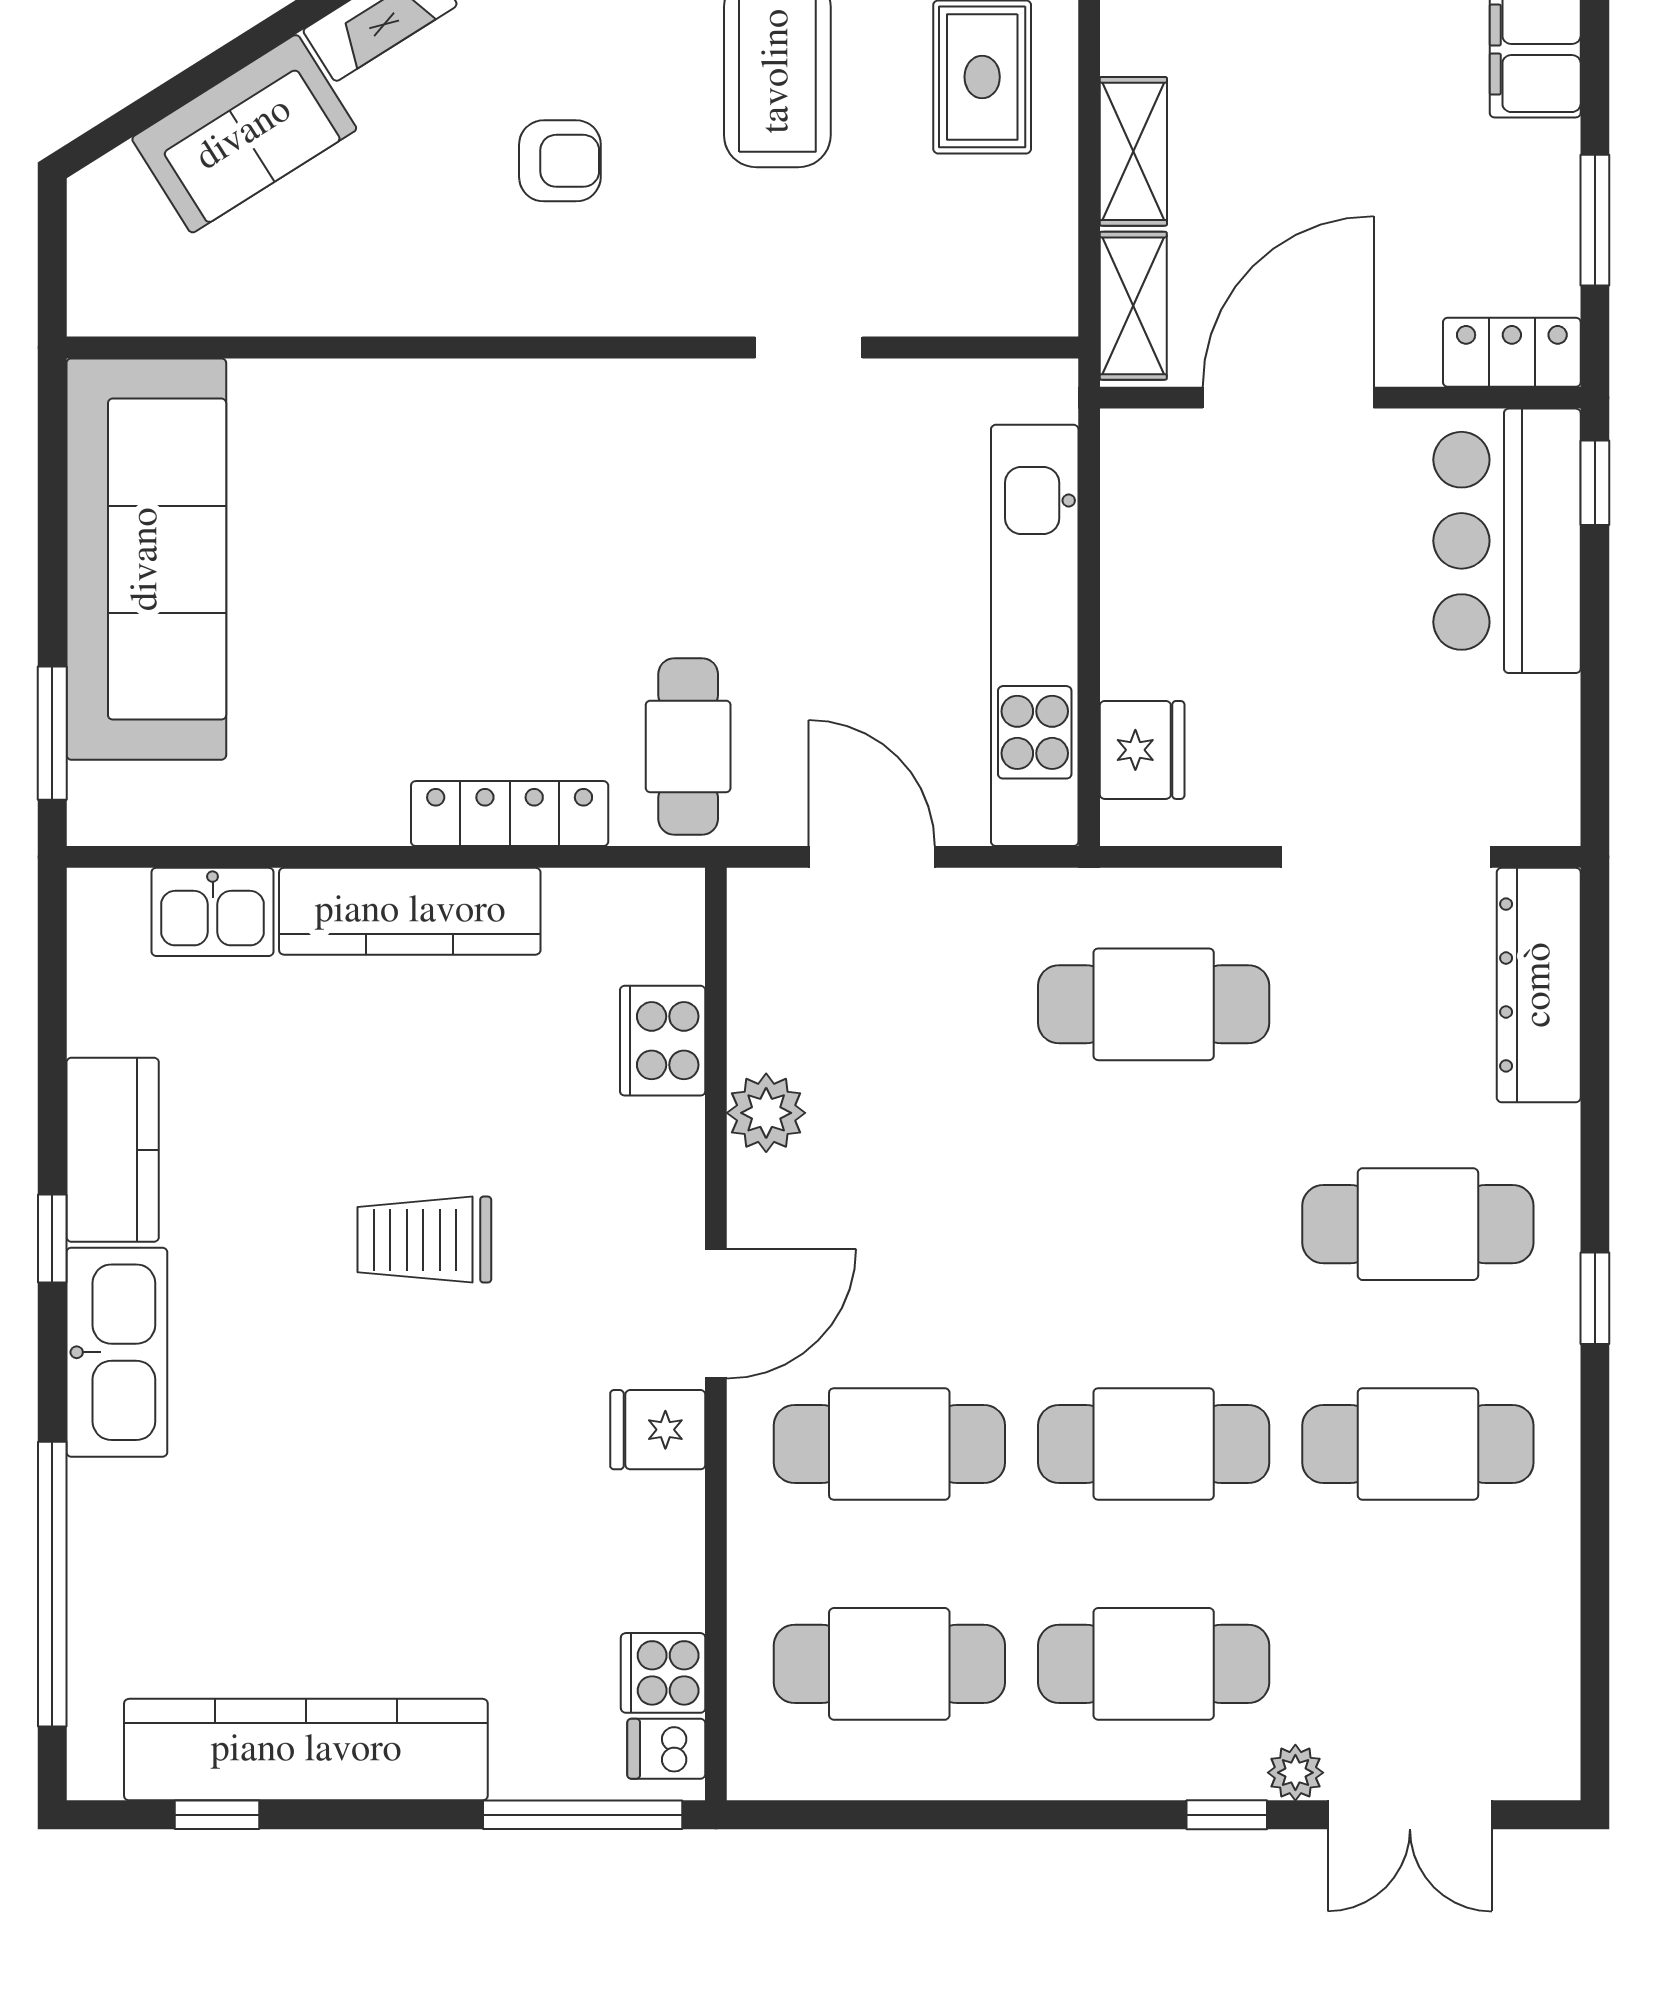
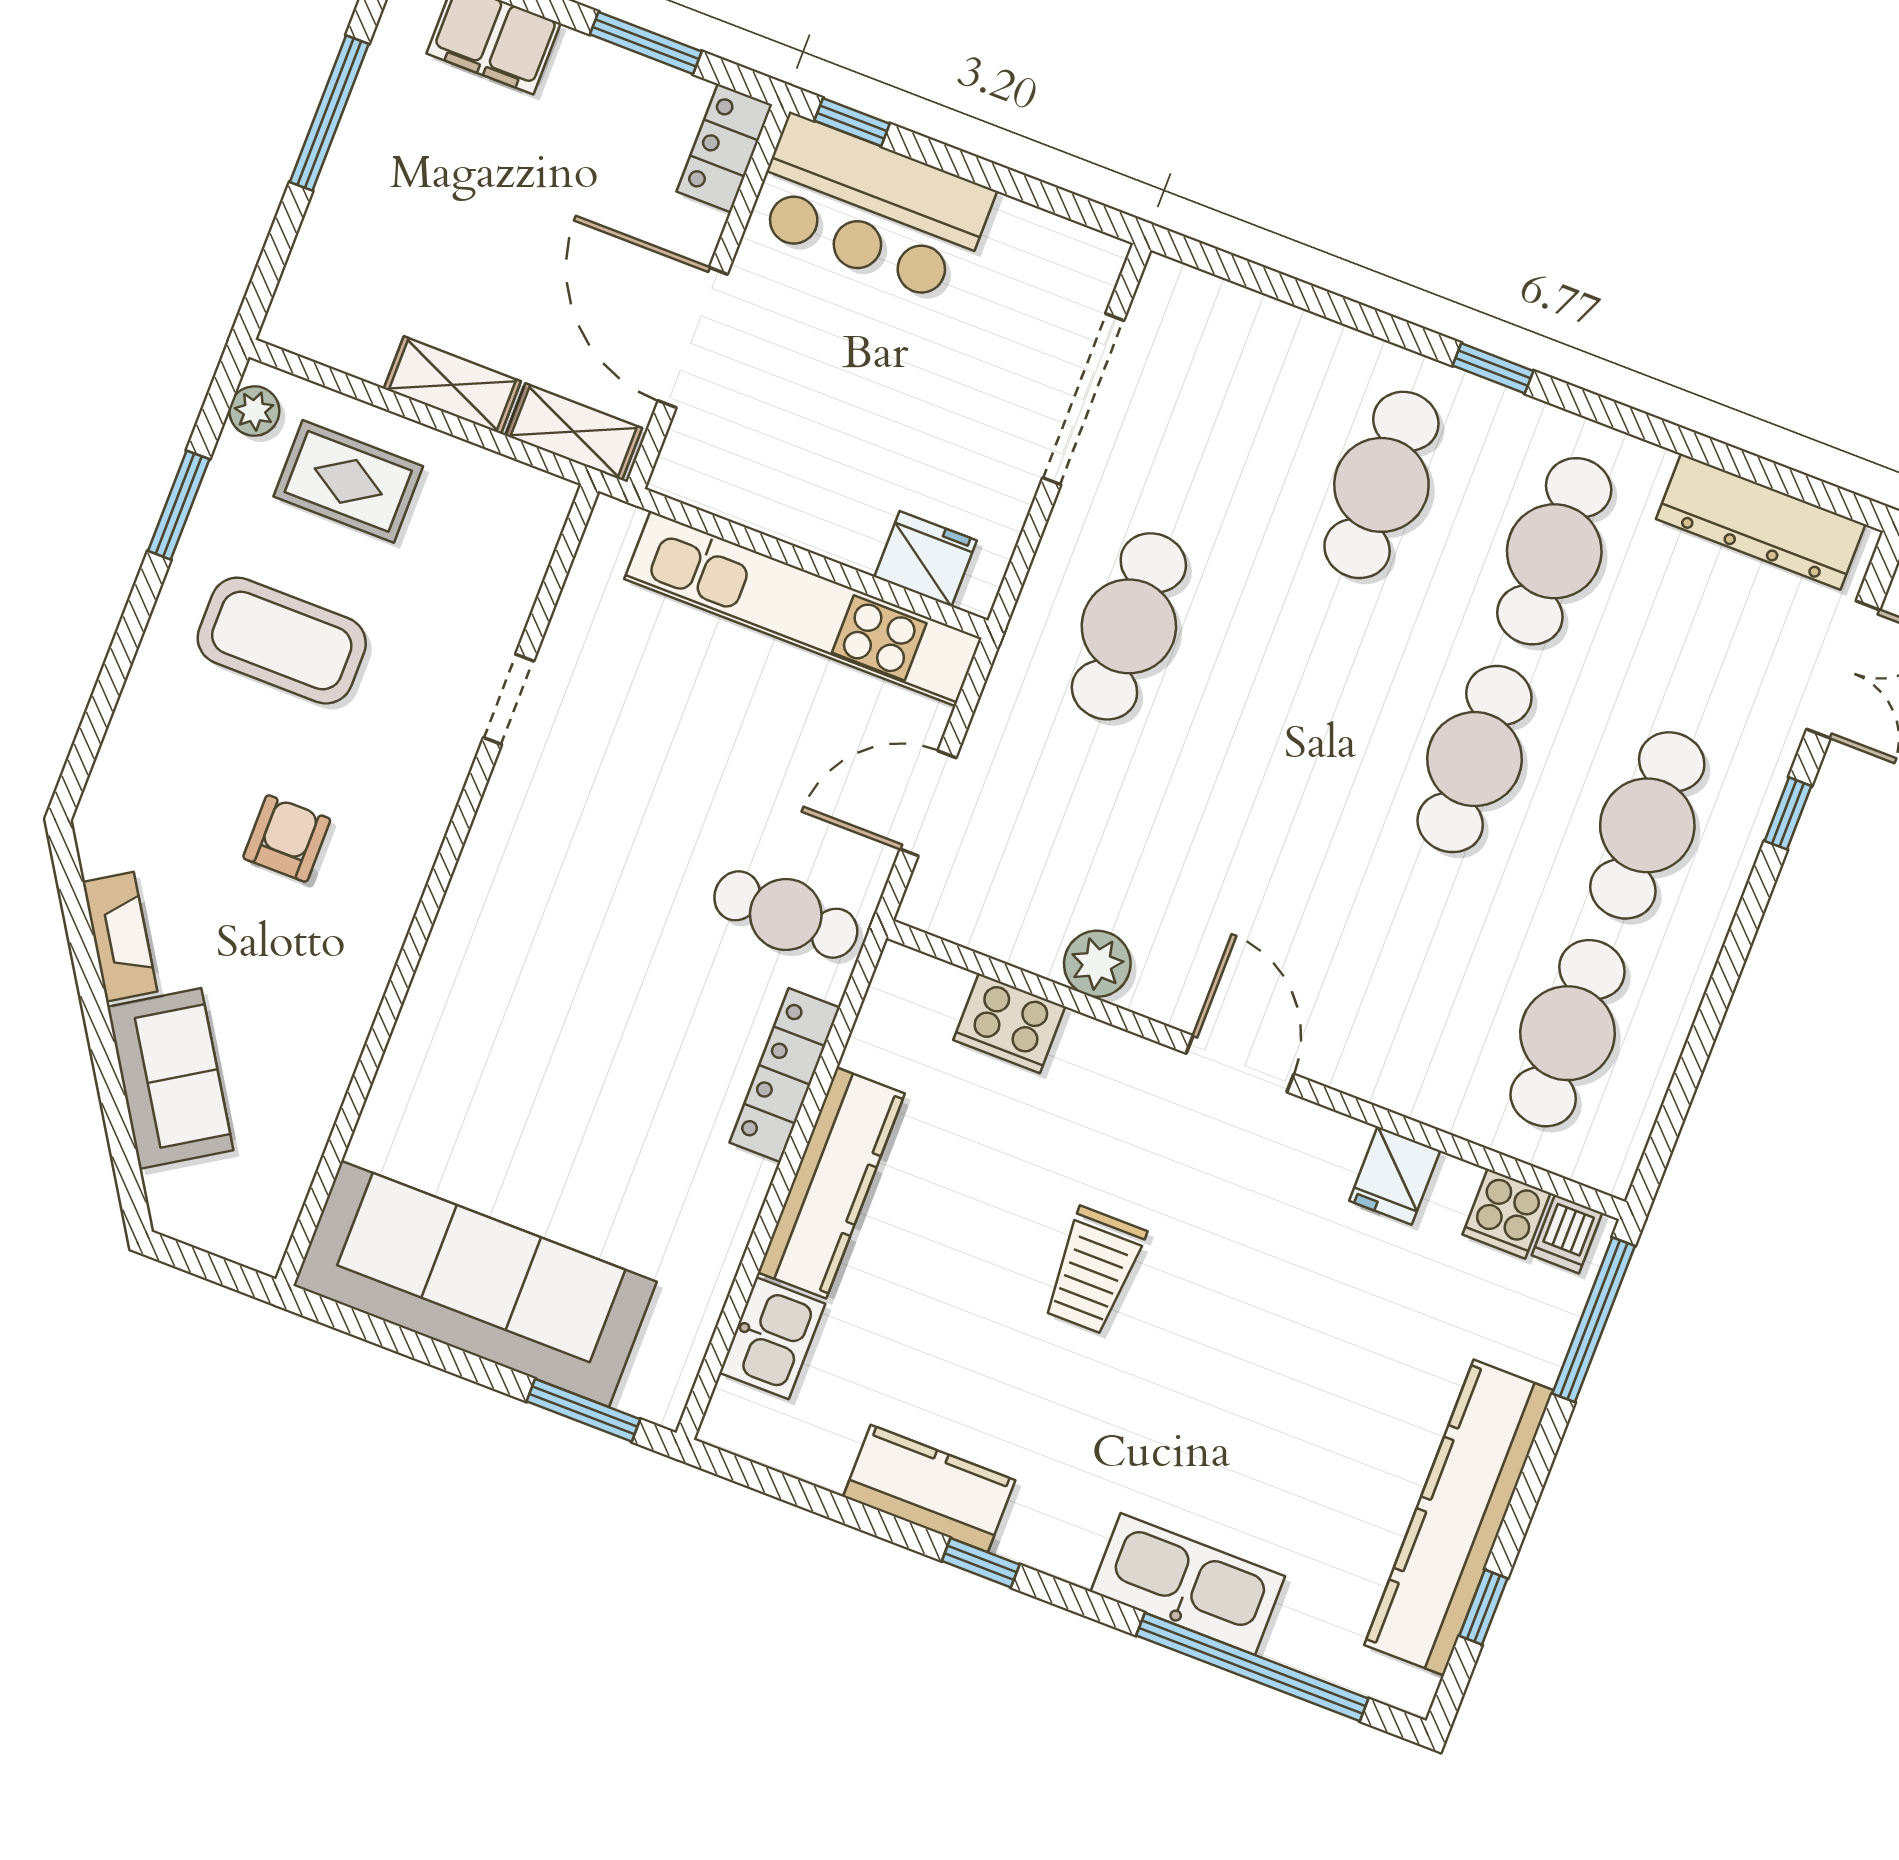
dresser: (1539, 985) -> (1761, 522), moved
kitchen sink: (117, 1352) -> (1188, 1584), moved
fridge: (658, 1430) -> (1395, 1176), moved
cafe table: (889, 1444) -> (1395, 967), removed
plant: (1295, 1773) -> (1776, 747), removed

